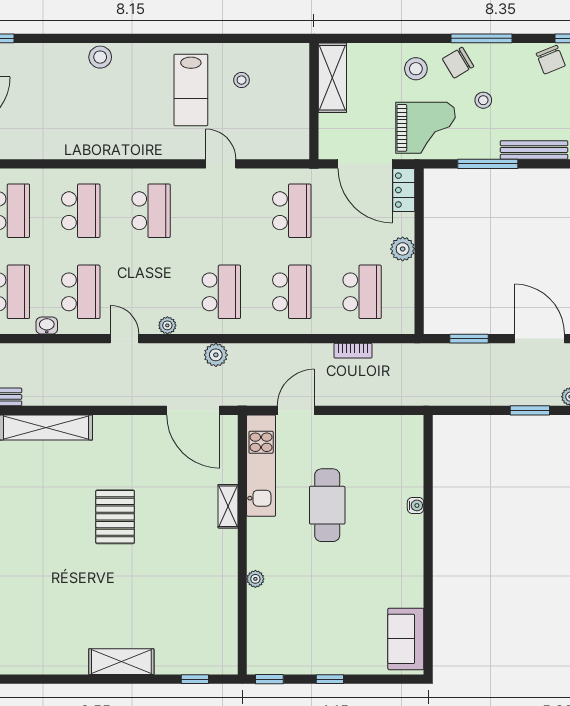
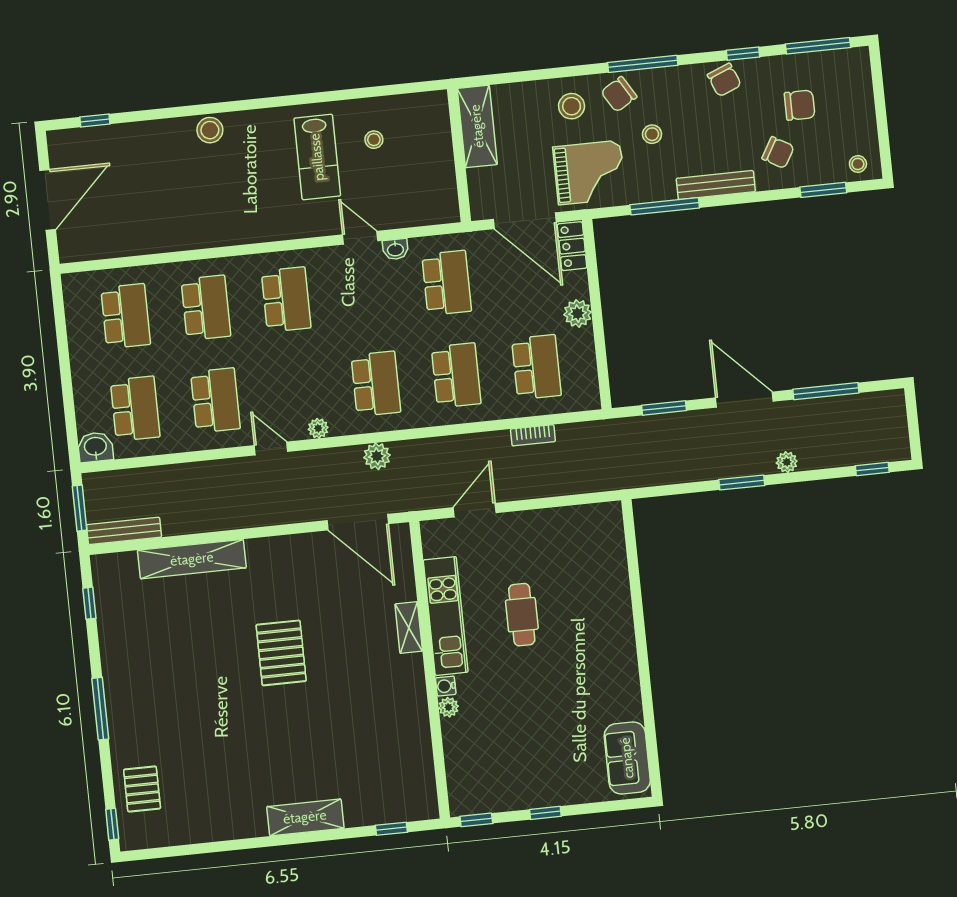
washbasin: (47, 326) -> (395, 249), moved, turned 180
kitchen unit: (261, 466) -> (446, 616), moved
cafe table: (327, 505) -> (522, 615), width x0.73, depth x0.74
water cooler: (416, 505) -> (446, 686), moved, turned 180

